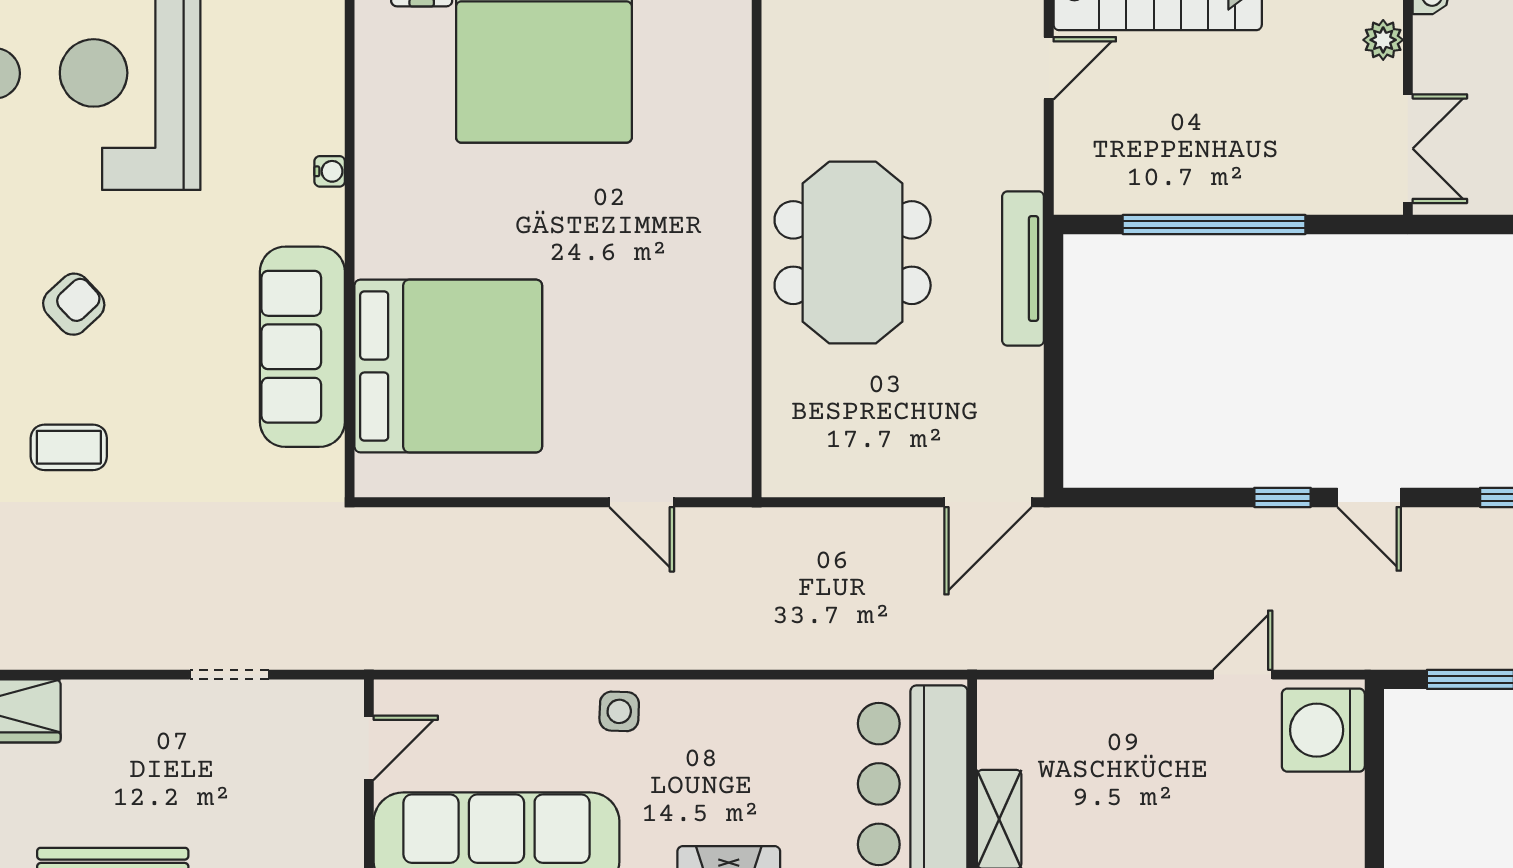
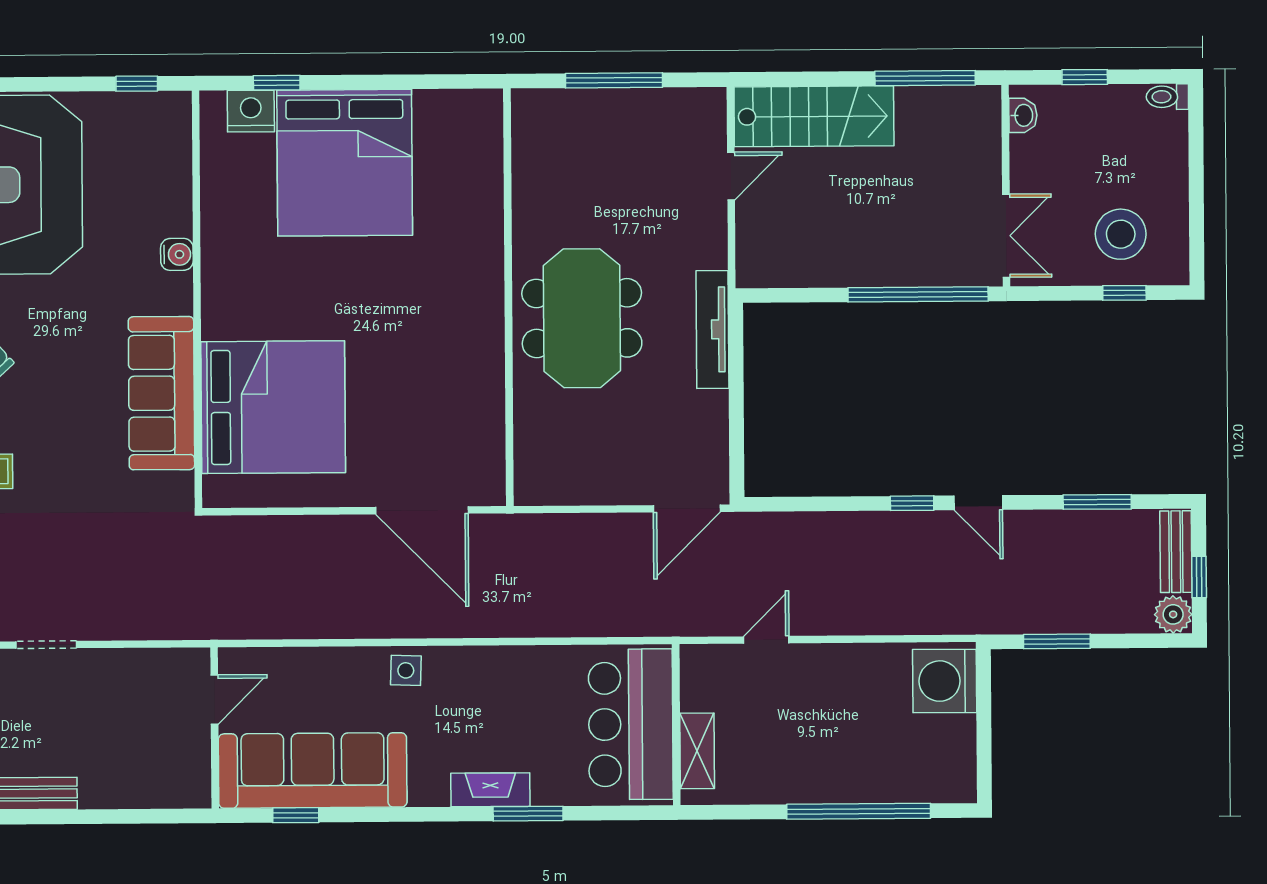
plant: (1383, 40) -> (987, 153), removed
water cooler: (330, 171) -> (177, 254), width x1.38, depth x1.38
window: (1214, 225) -> (918, 294), moved
door: (642, 502) -> (422, 510), width x1.87
doorway: (229, 675) -> (46, 645), moved
door: (1243, 675) -> (766, 640), moved

